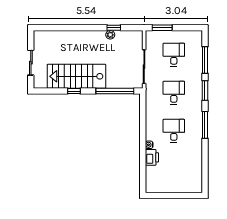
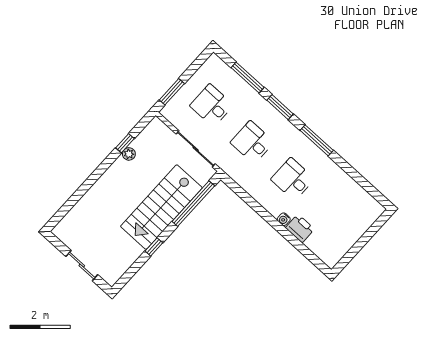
stairs: (76, 76) -> (161, 207), moved

